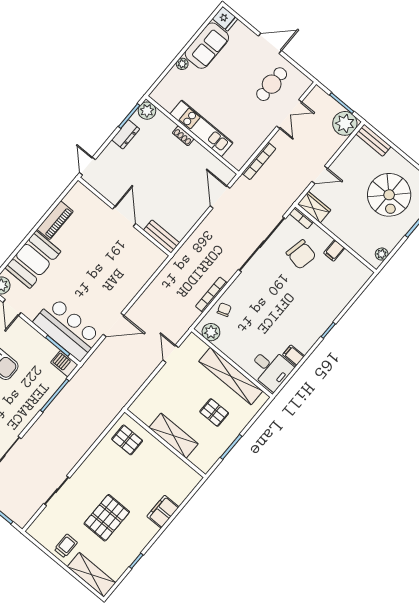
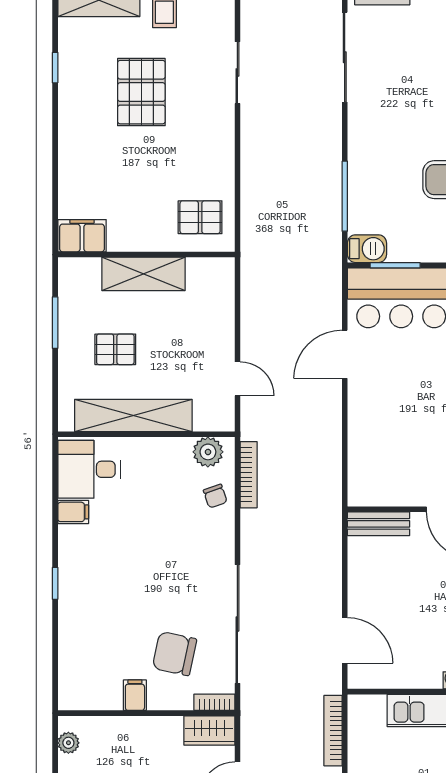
bookcase: (211, 295) -> (249, 475), moved
filing cabinet: (163, 512) -> (82, 236), moved, turned -90

